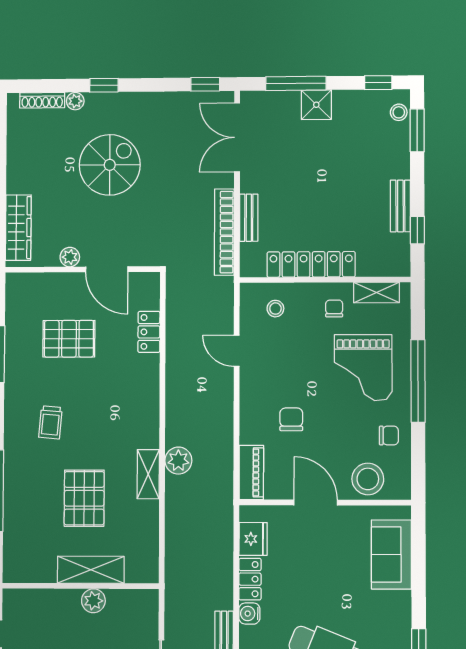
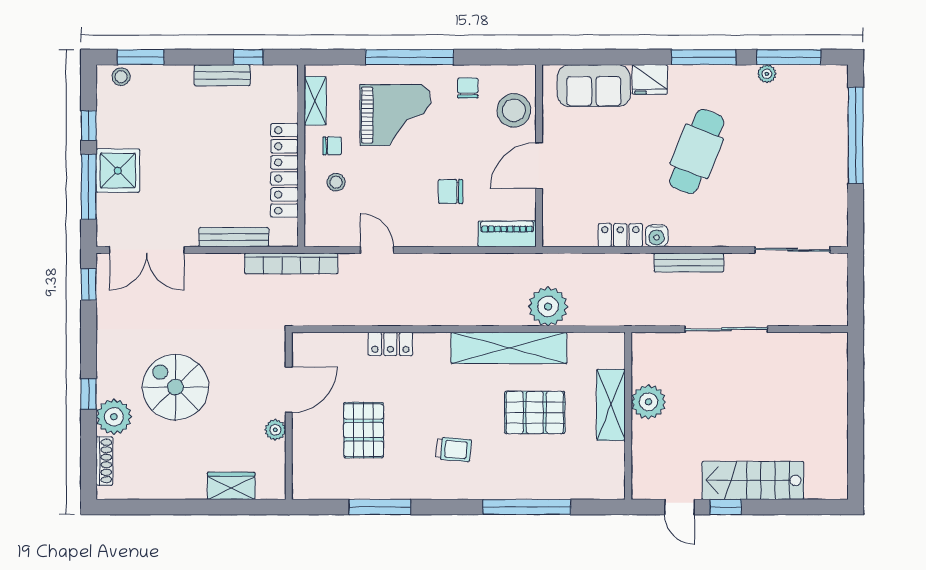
window: (378, 83) -> (89, 126), moved
plant: (75, 101) -> (114, 417), width x1.88, depth x1.88
shower: (316, 105) -> (118, 171), width x1.36, depth x1.36
bench: (249, 218) -> (234, 237), width x1.36
wardrobe: (18, 228) -> (231, 486), width x0.67
bookcase: (224, 232) -> (291, 263), moved
chair: (334, 308) -> (332, 146), turned 180
stool: (275, 309) -> (336, 182), moved
locker: (149, 332) -> (390, 344), moved
door: (237, 351) -> (377, 250), swing flipped
plant: (178, 461) -> (548, 306), moved, width x1.36, depth x1.36
shelving: (148, 474) -> (509, 348), width x2.20, depth x1.33
fridge: (253, 539) -> (650, 80), moved, turned 180
plant: (93, 601) -> (648, 402), width x1.36, depth x1.36

